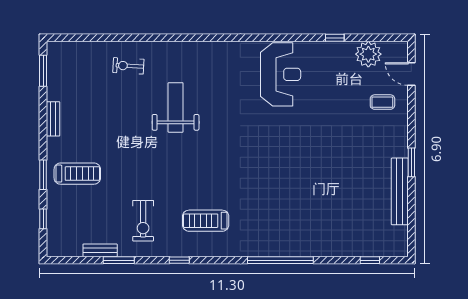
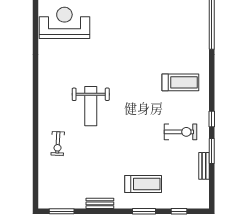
weight bench: (176, 107) -> (91, 106), turned -90
treadmill: (77, 174) -> (143, 184), turned 90
treadmill: (206, 221) -> (180, 82), turned -90
window: (179, 260) -> (212, 119), moved

